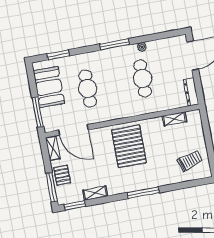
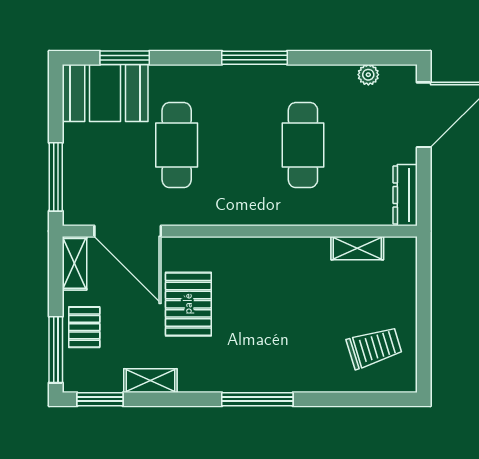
plant: (142, 47) -> (368, 75), moved
booth: (49, 87) -> (105, 93), moved, turned 90
pallet: (129, 146) -> (188, 304), moved, width x0.73, depth x0.71

